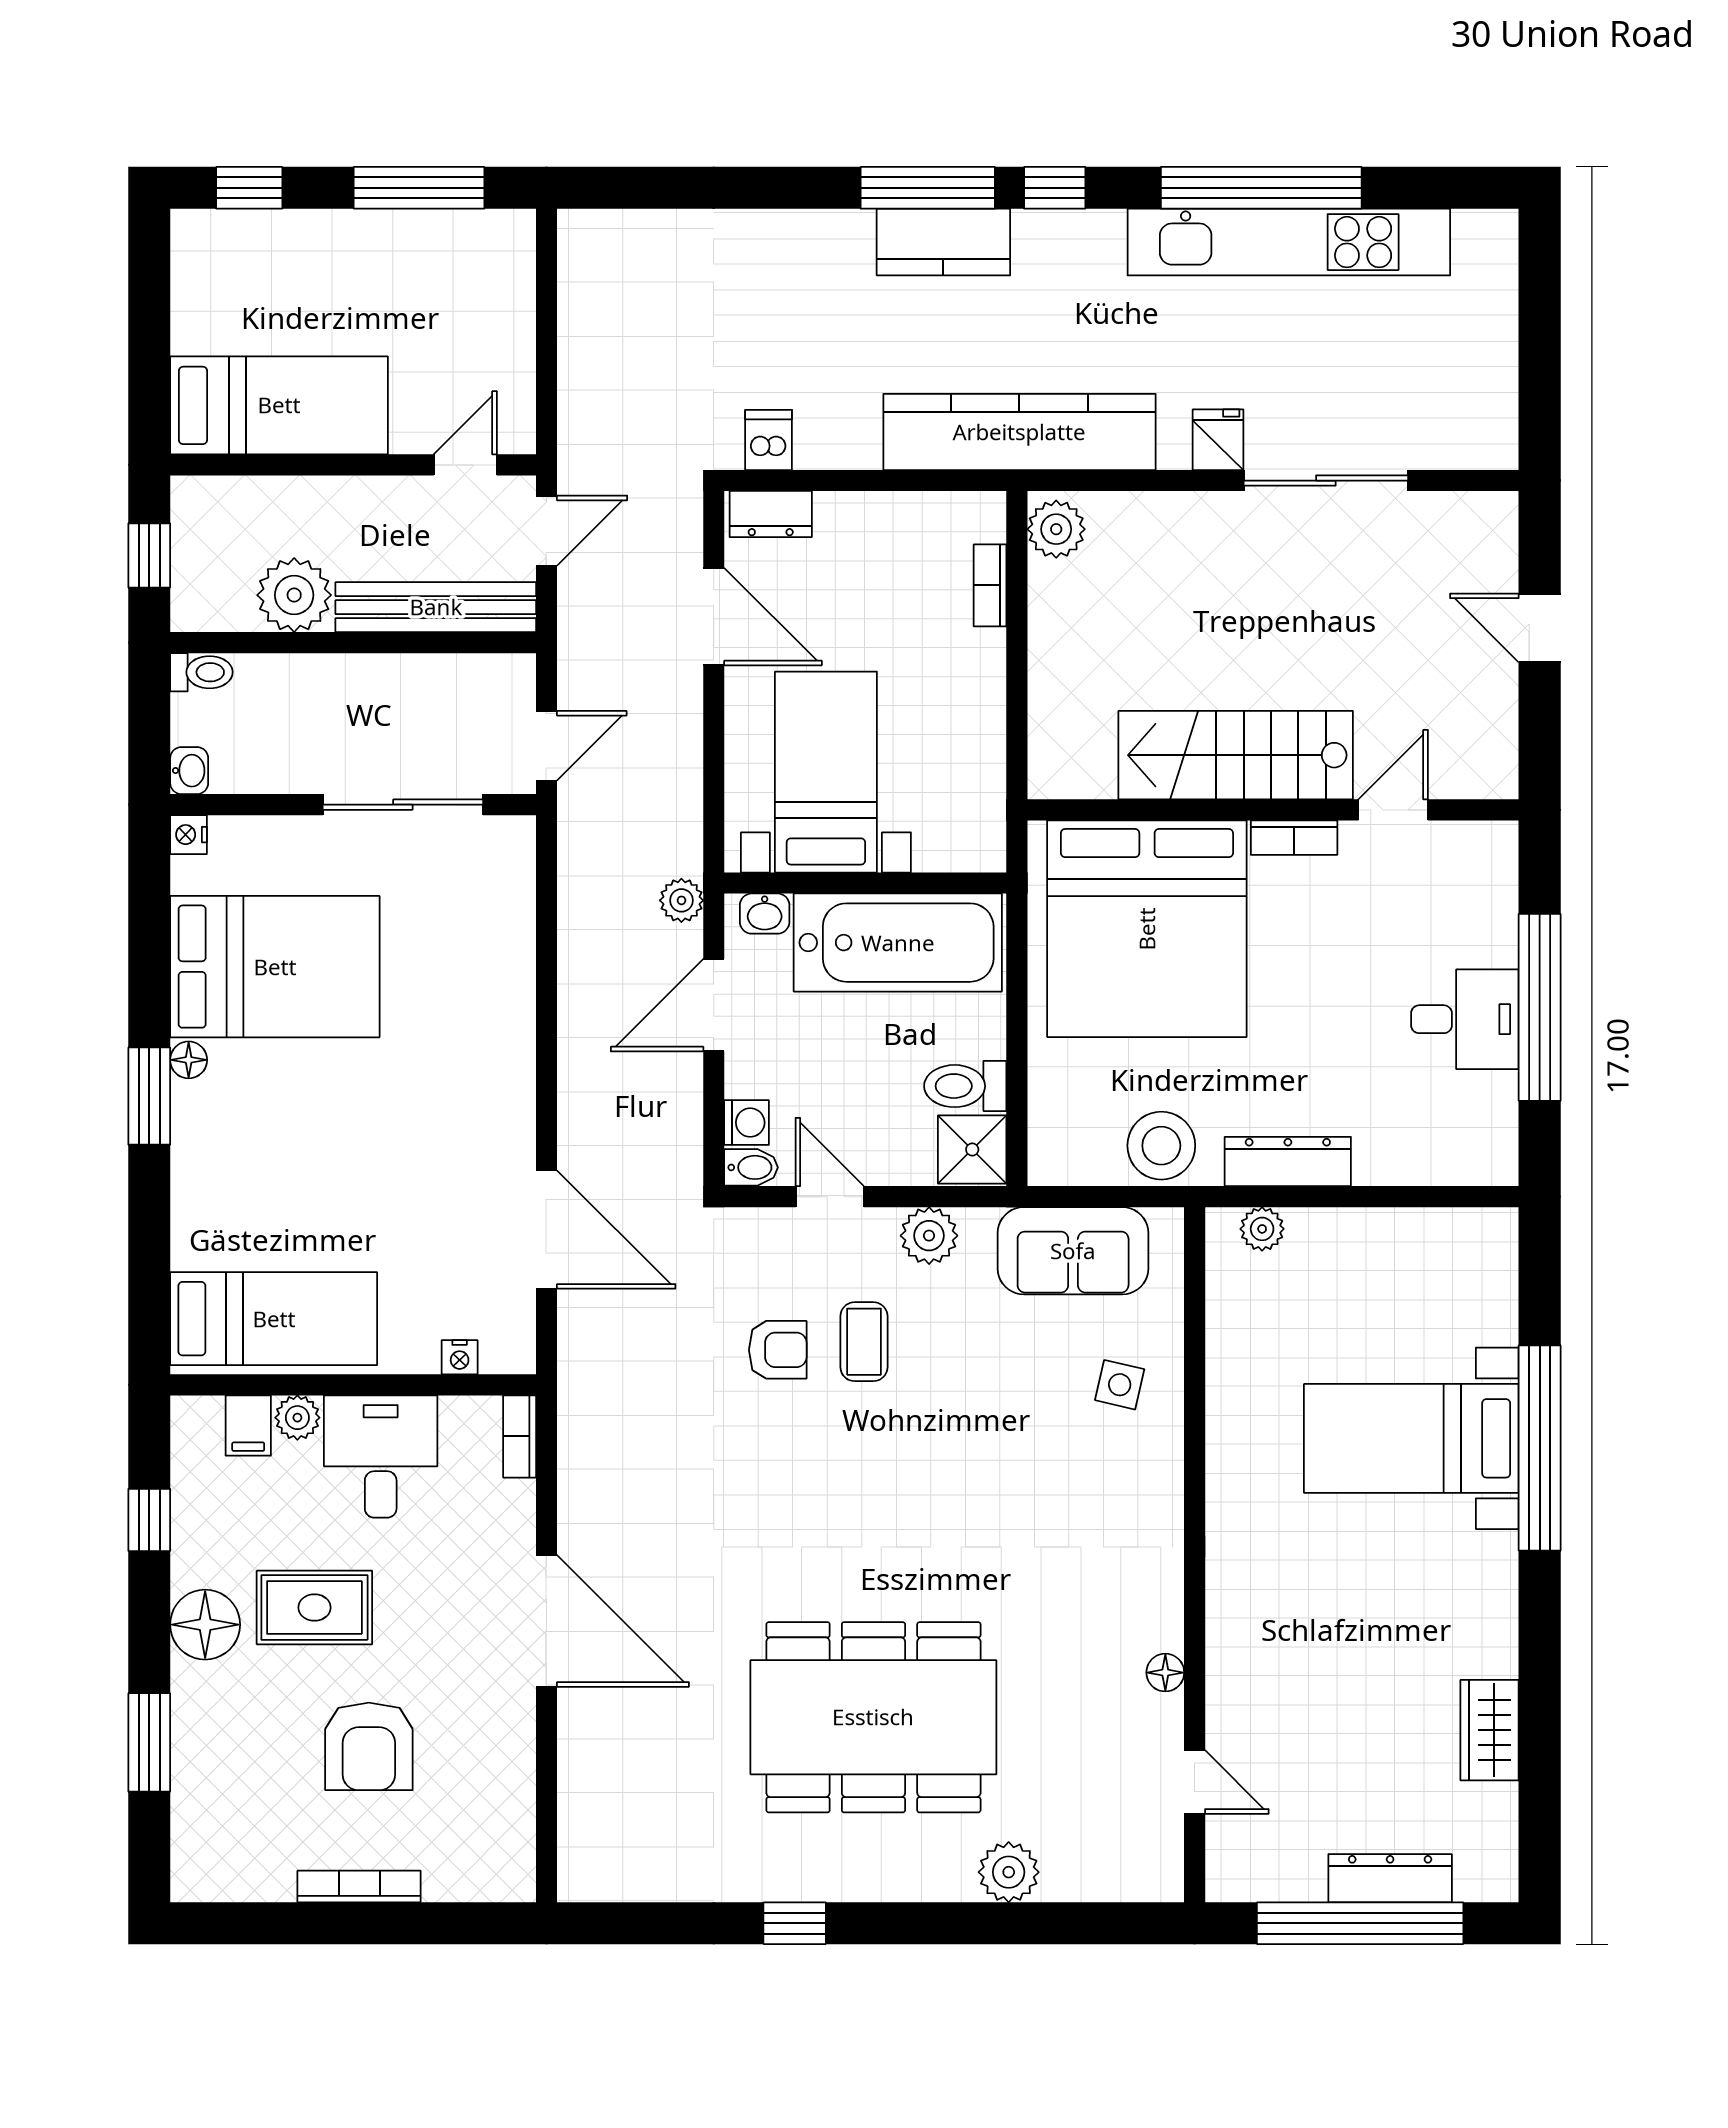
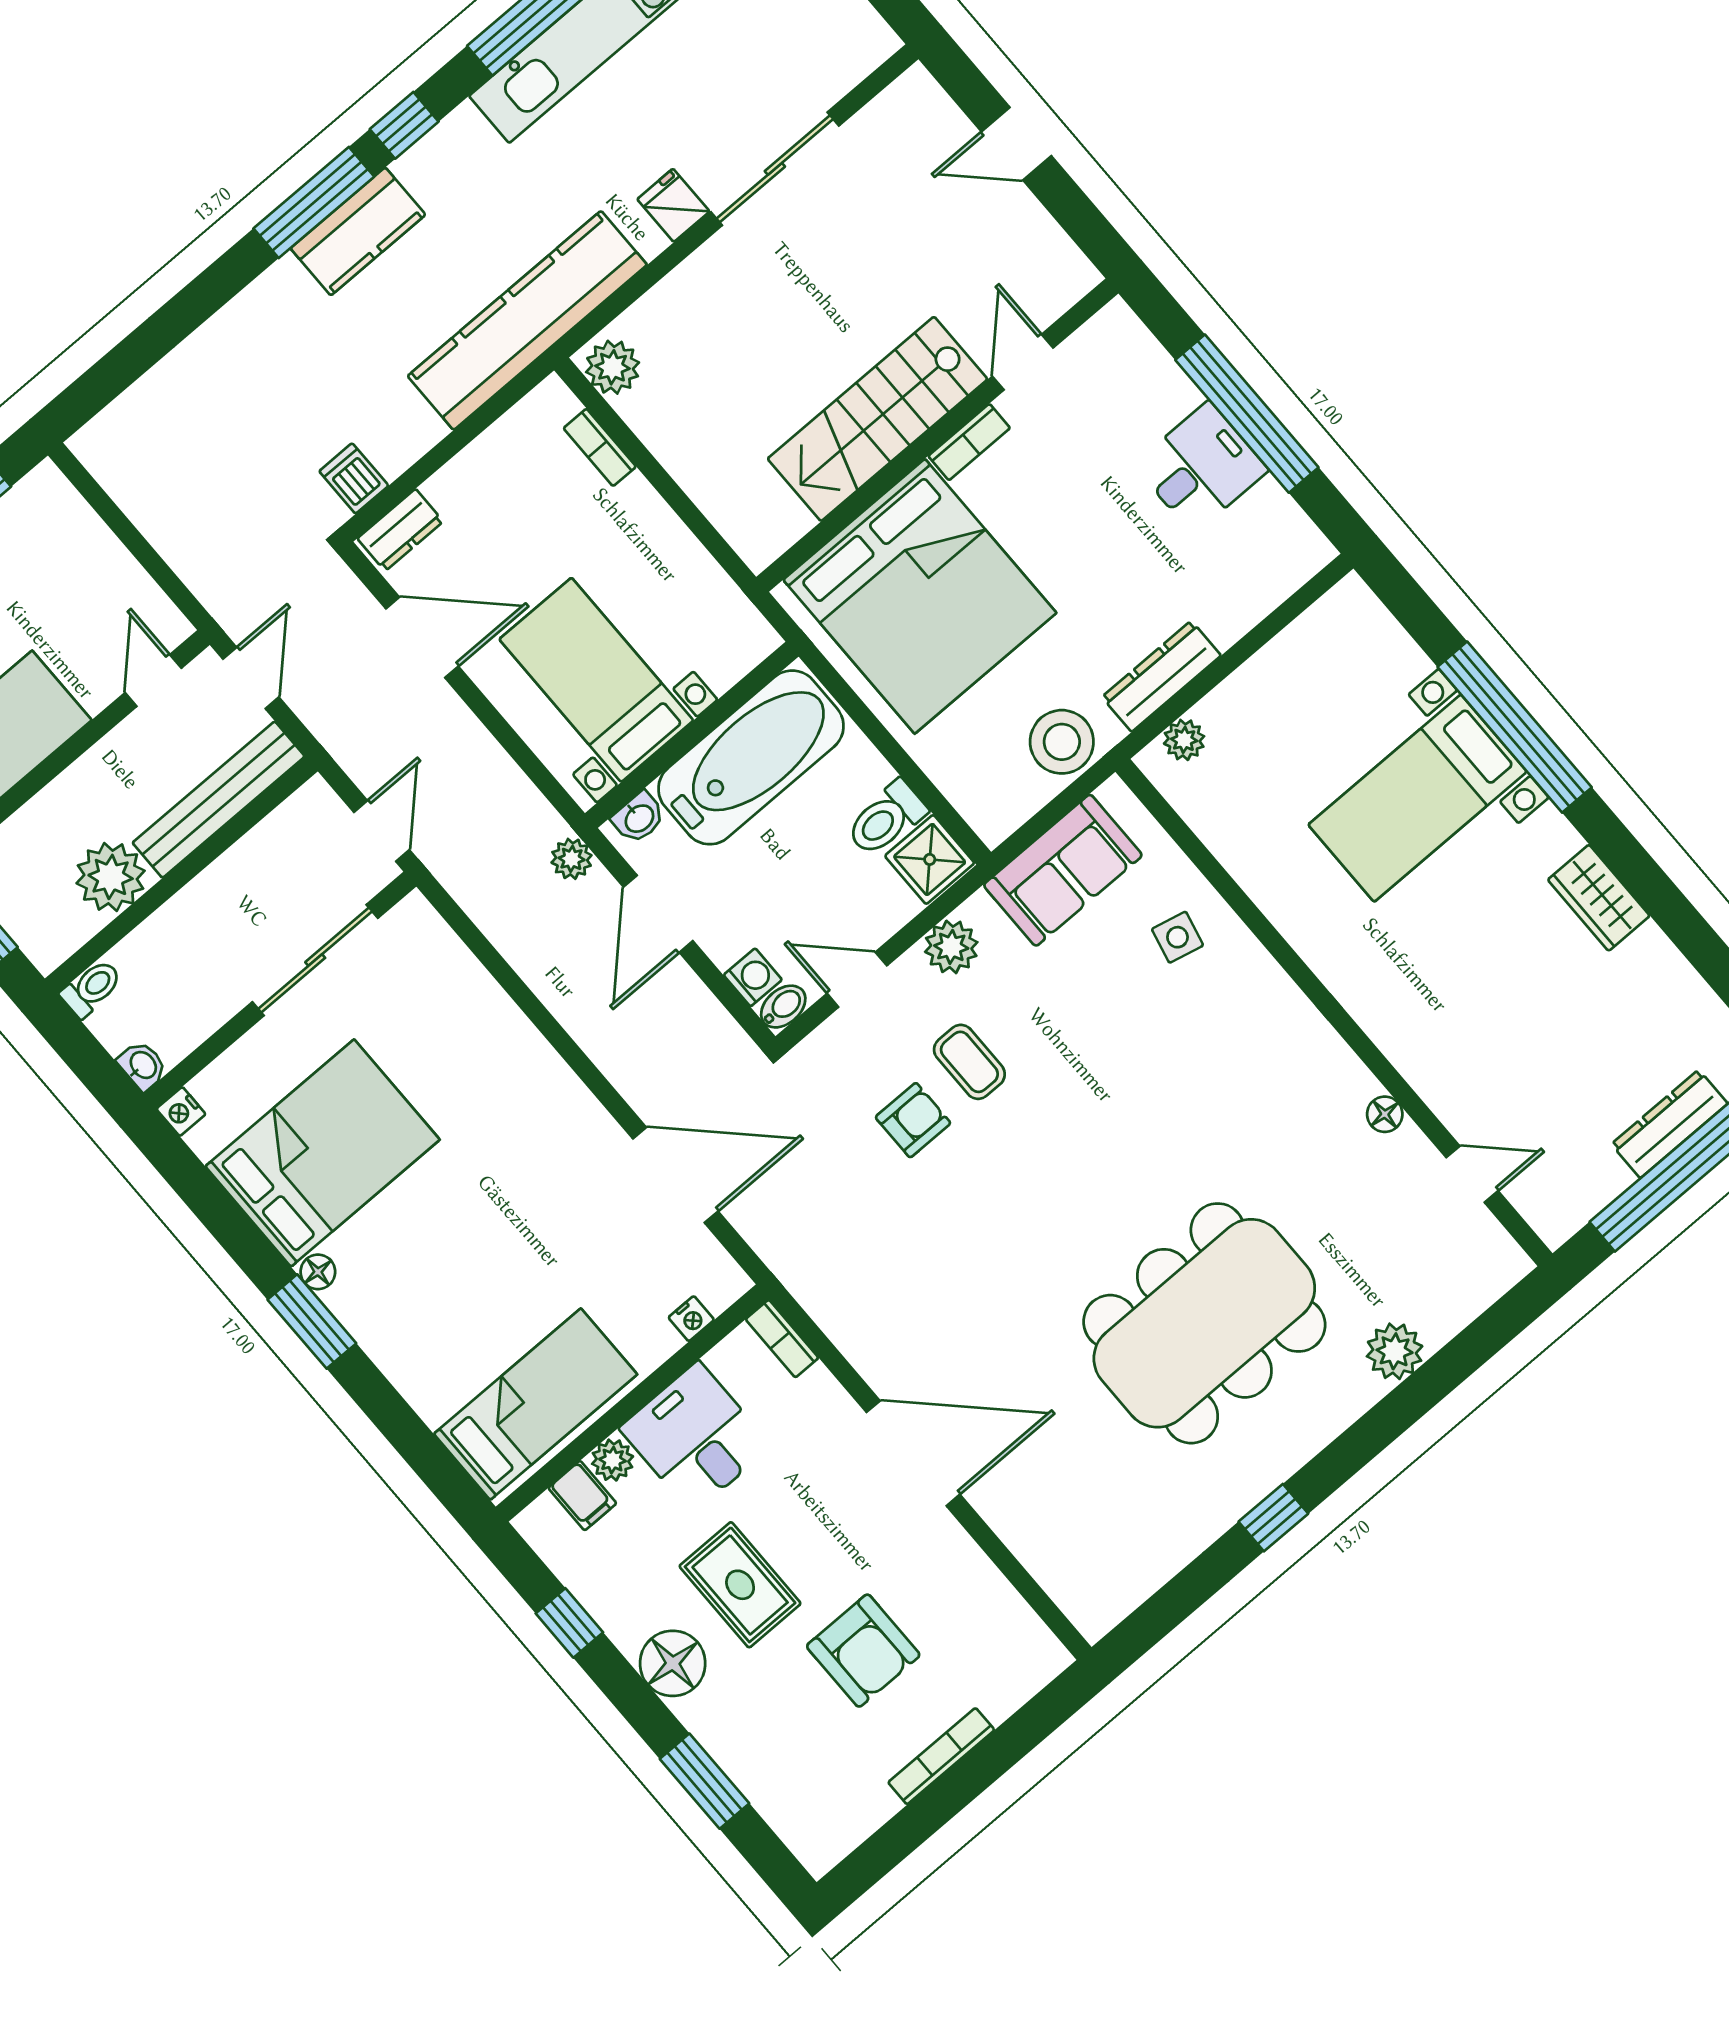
rug: (314, 1608) -> (740, 1585), turned 90
wardrobe: (1490, 1730) -> (1599, 898), moved

